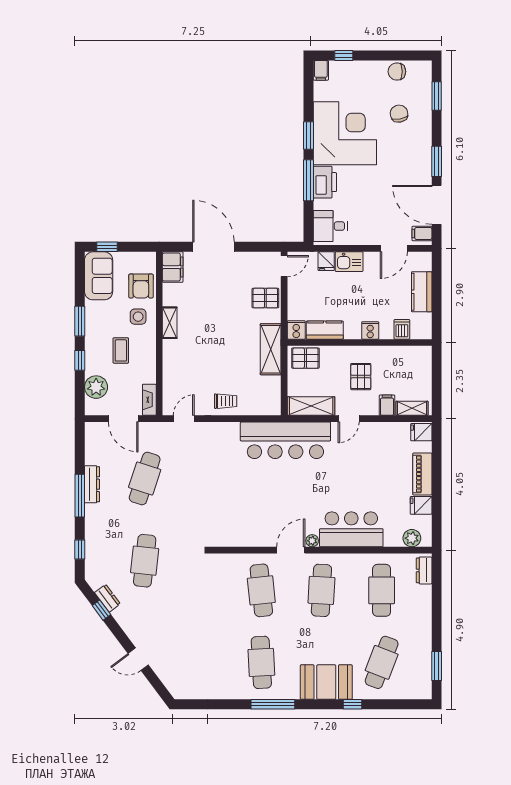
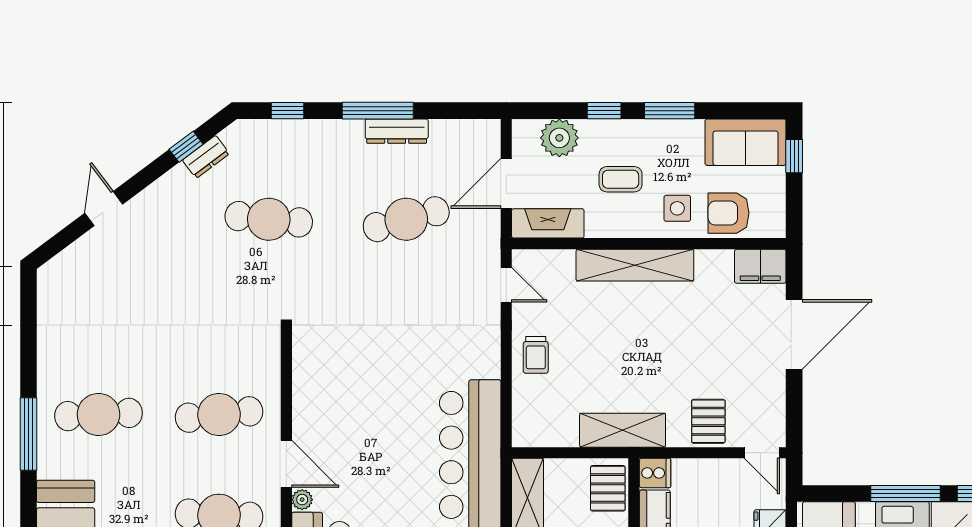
shelving: (170, 323) -> (635, 265), width x2.20, depth x1.33
fireplace: (149, 400) -> (548, 223), width x1.37, depth x1.32
cafe table: (145, 479) -> (406, 219), turned -33

